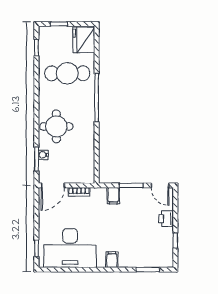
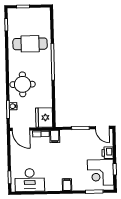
fridge: (84, 40) -> (44, 117), moved
door: (53, 185) -> (21, 129), hinge flipped
filing cabinet: (113, 196) -> (55, 136), moved
corner desk: (156, 245) -> (100, 172), added
desk: (70, 248) -> (30, 180), width x0.73, depth x0.77

